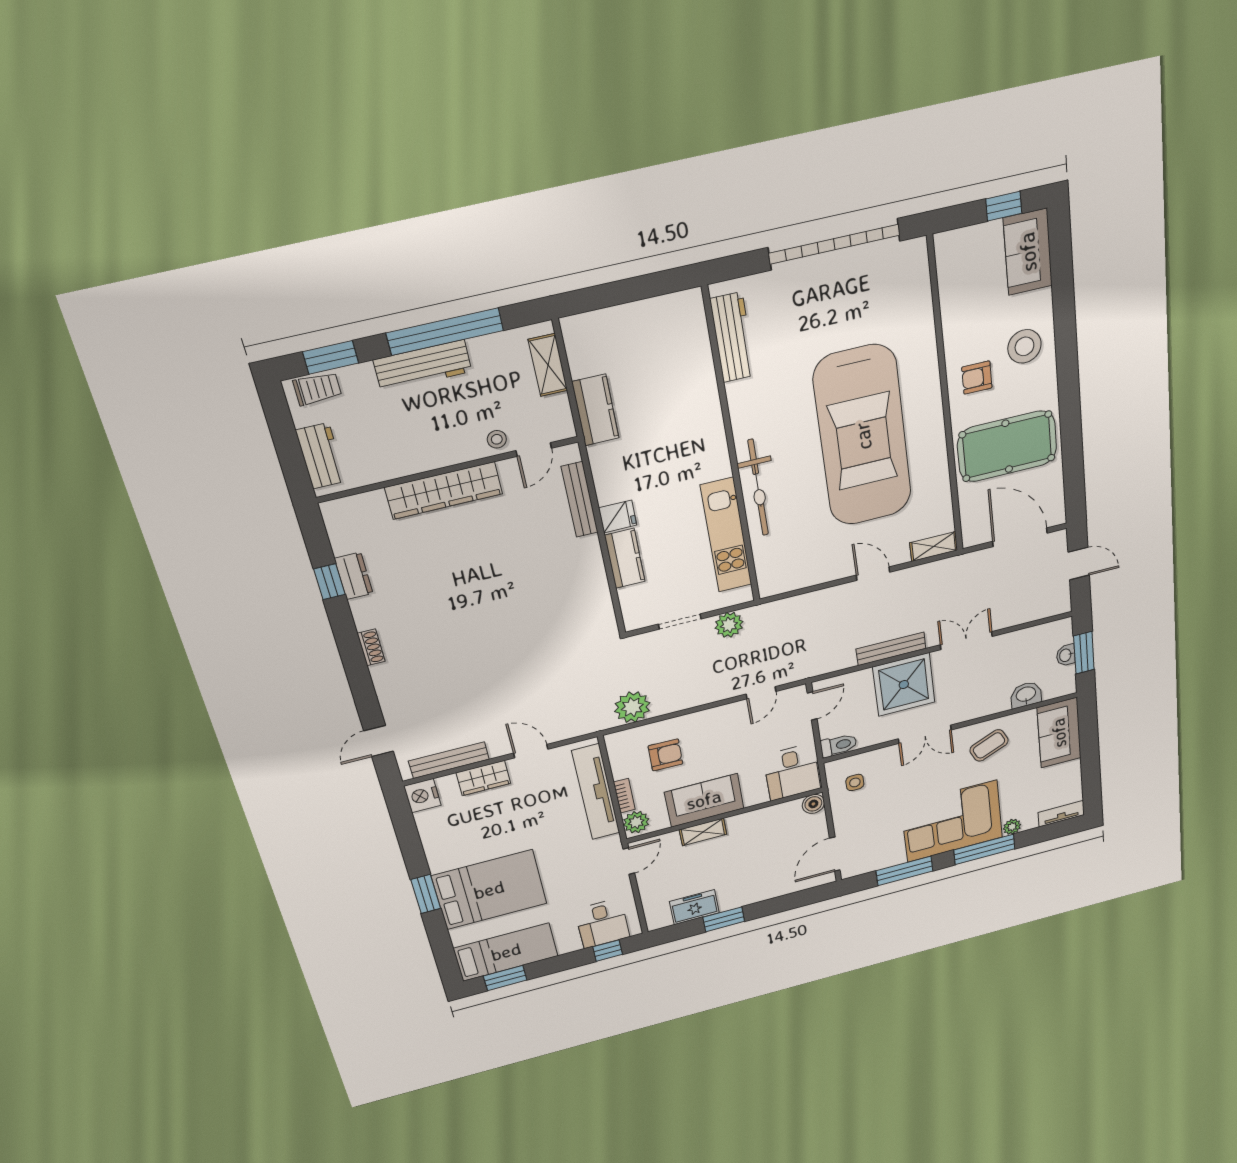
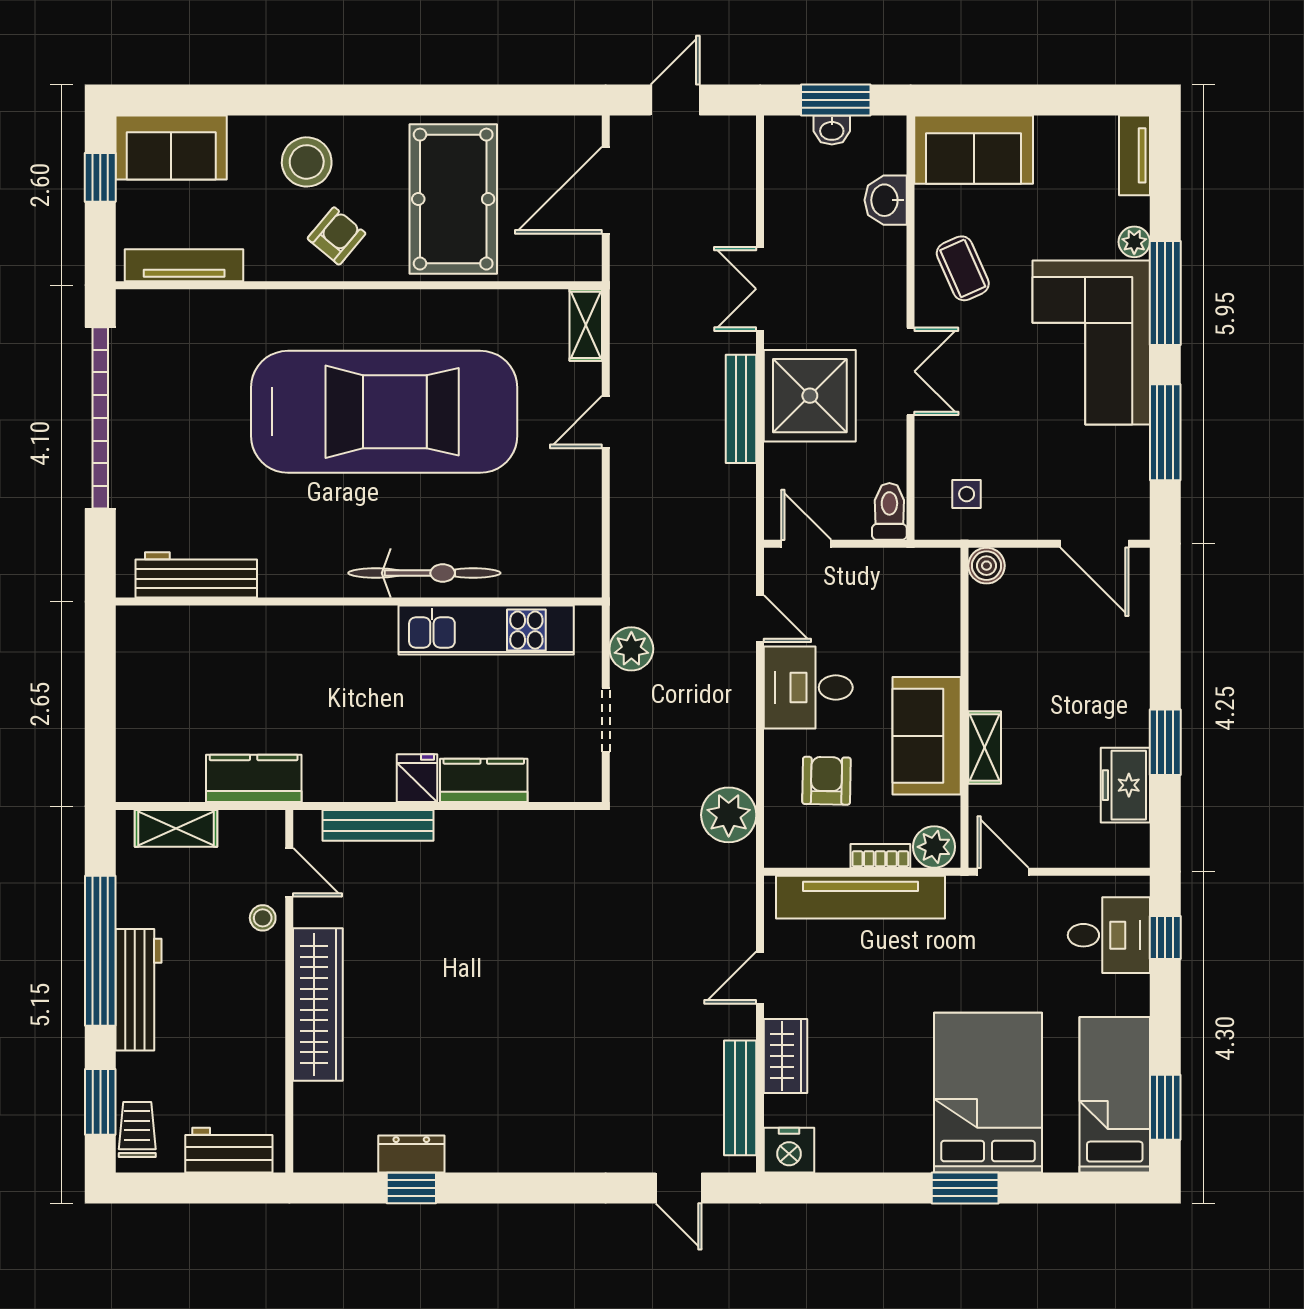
tv unit: (948, 279) -> (184, 265), added
armchair: (977, 378) -> (337, 236), turned -140
shoe rack: (371, 647) -> (526, 1159), removed
desk: (792, 772) -> (808, 687), moved, turned 180

